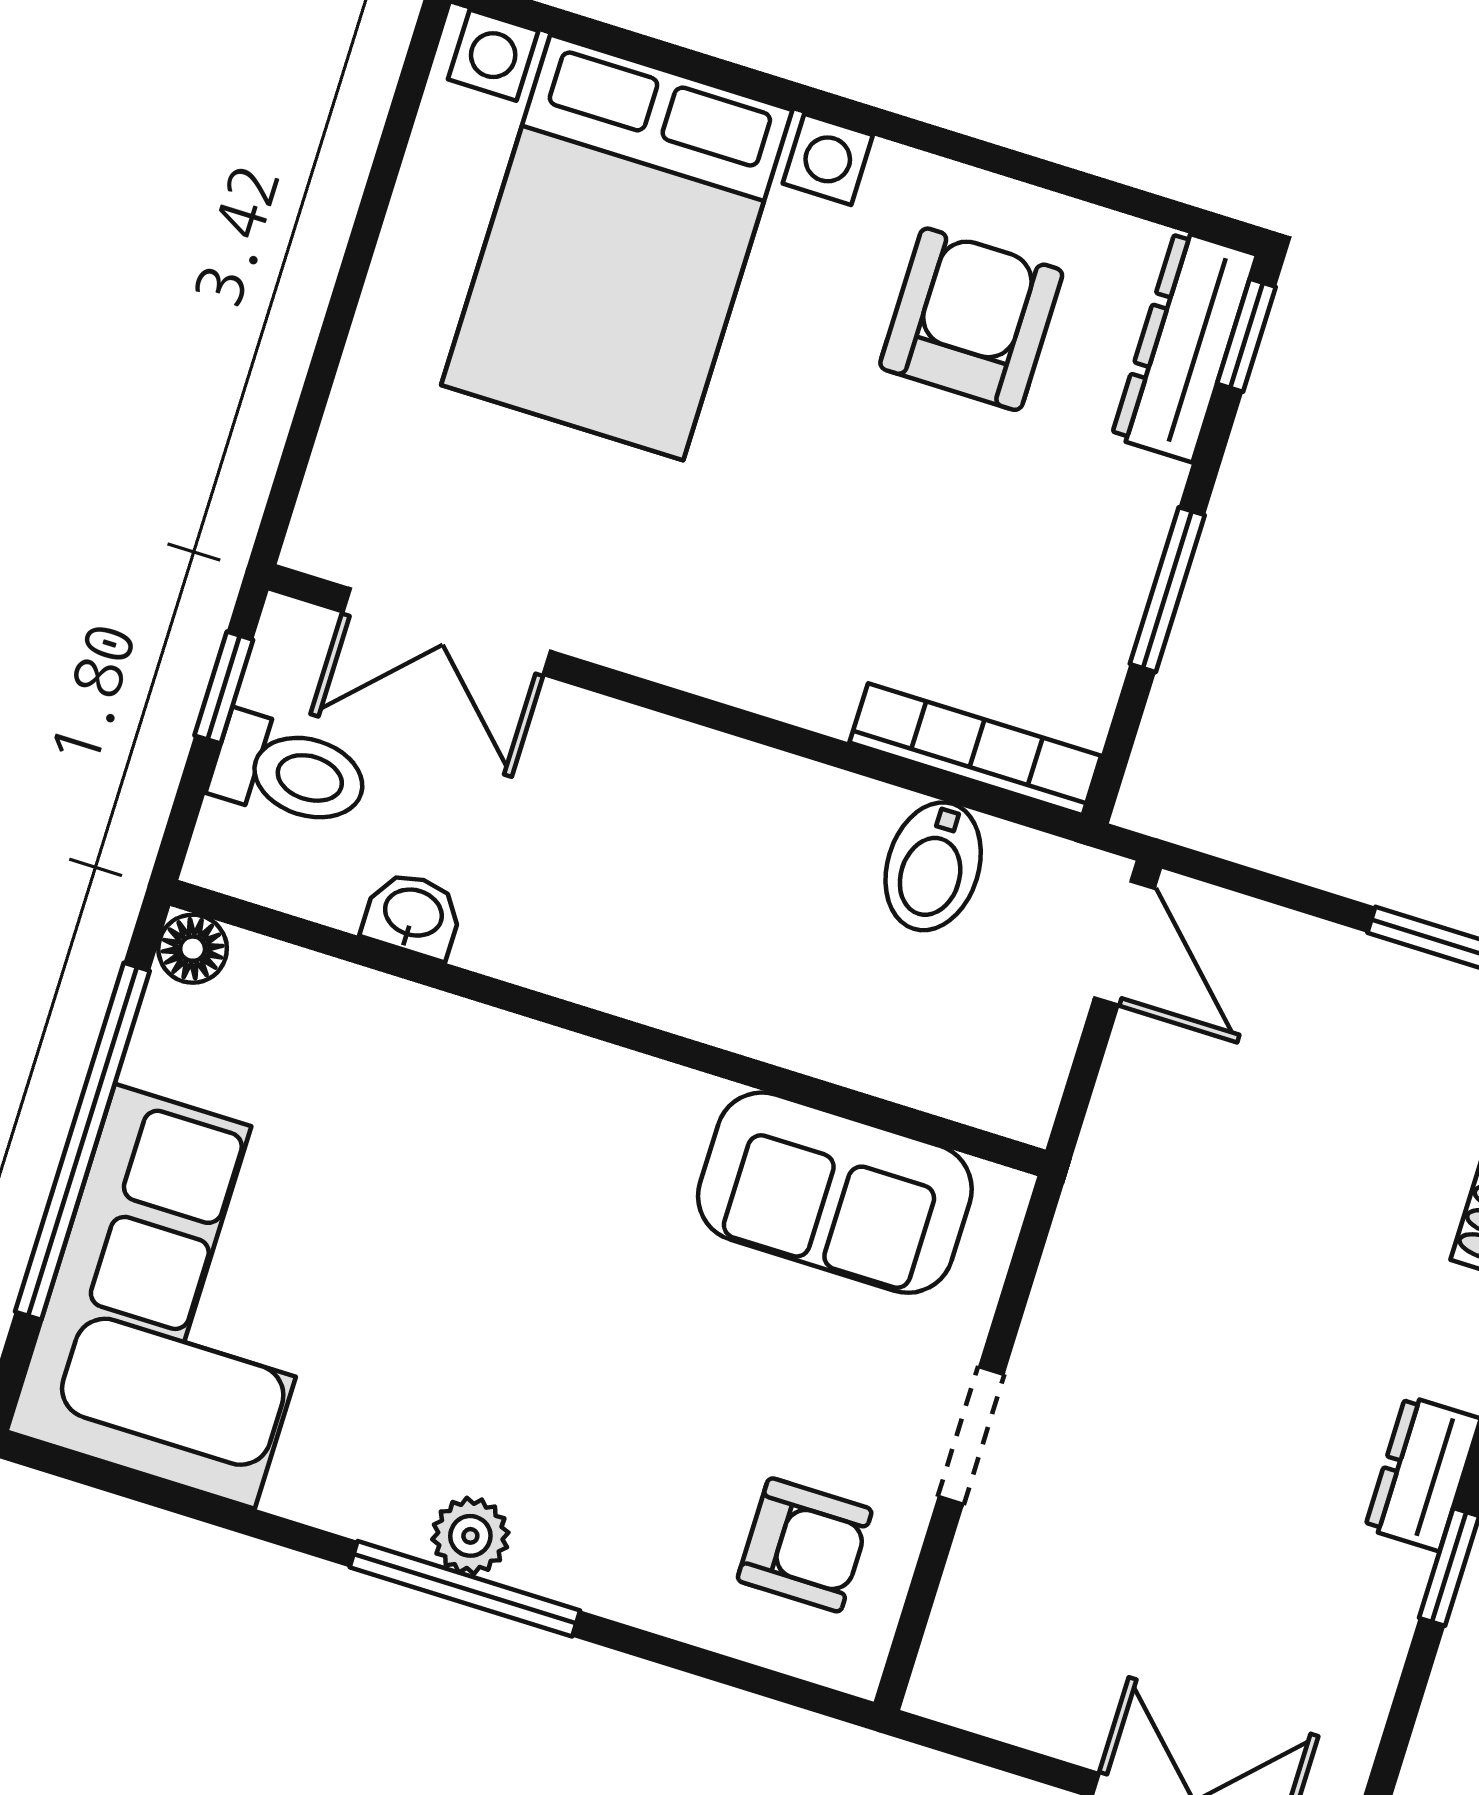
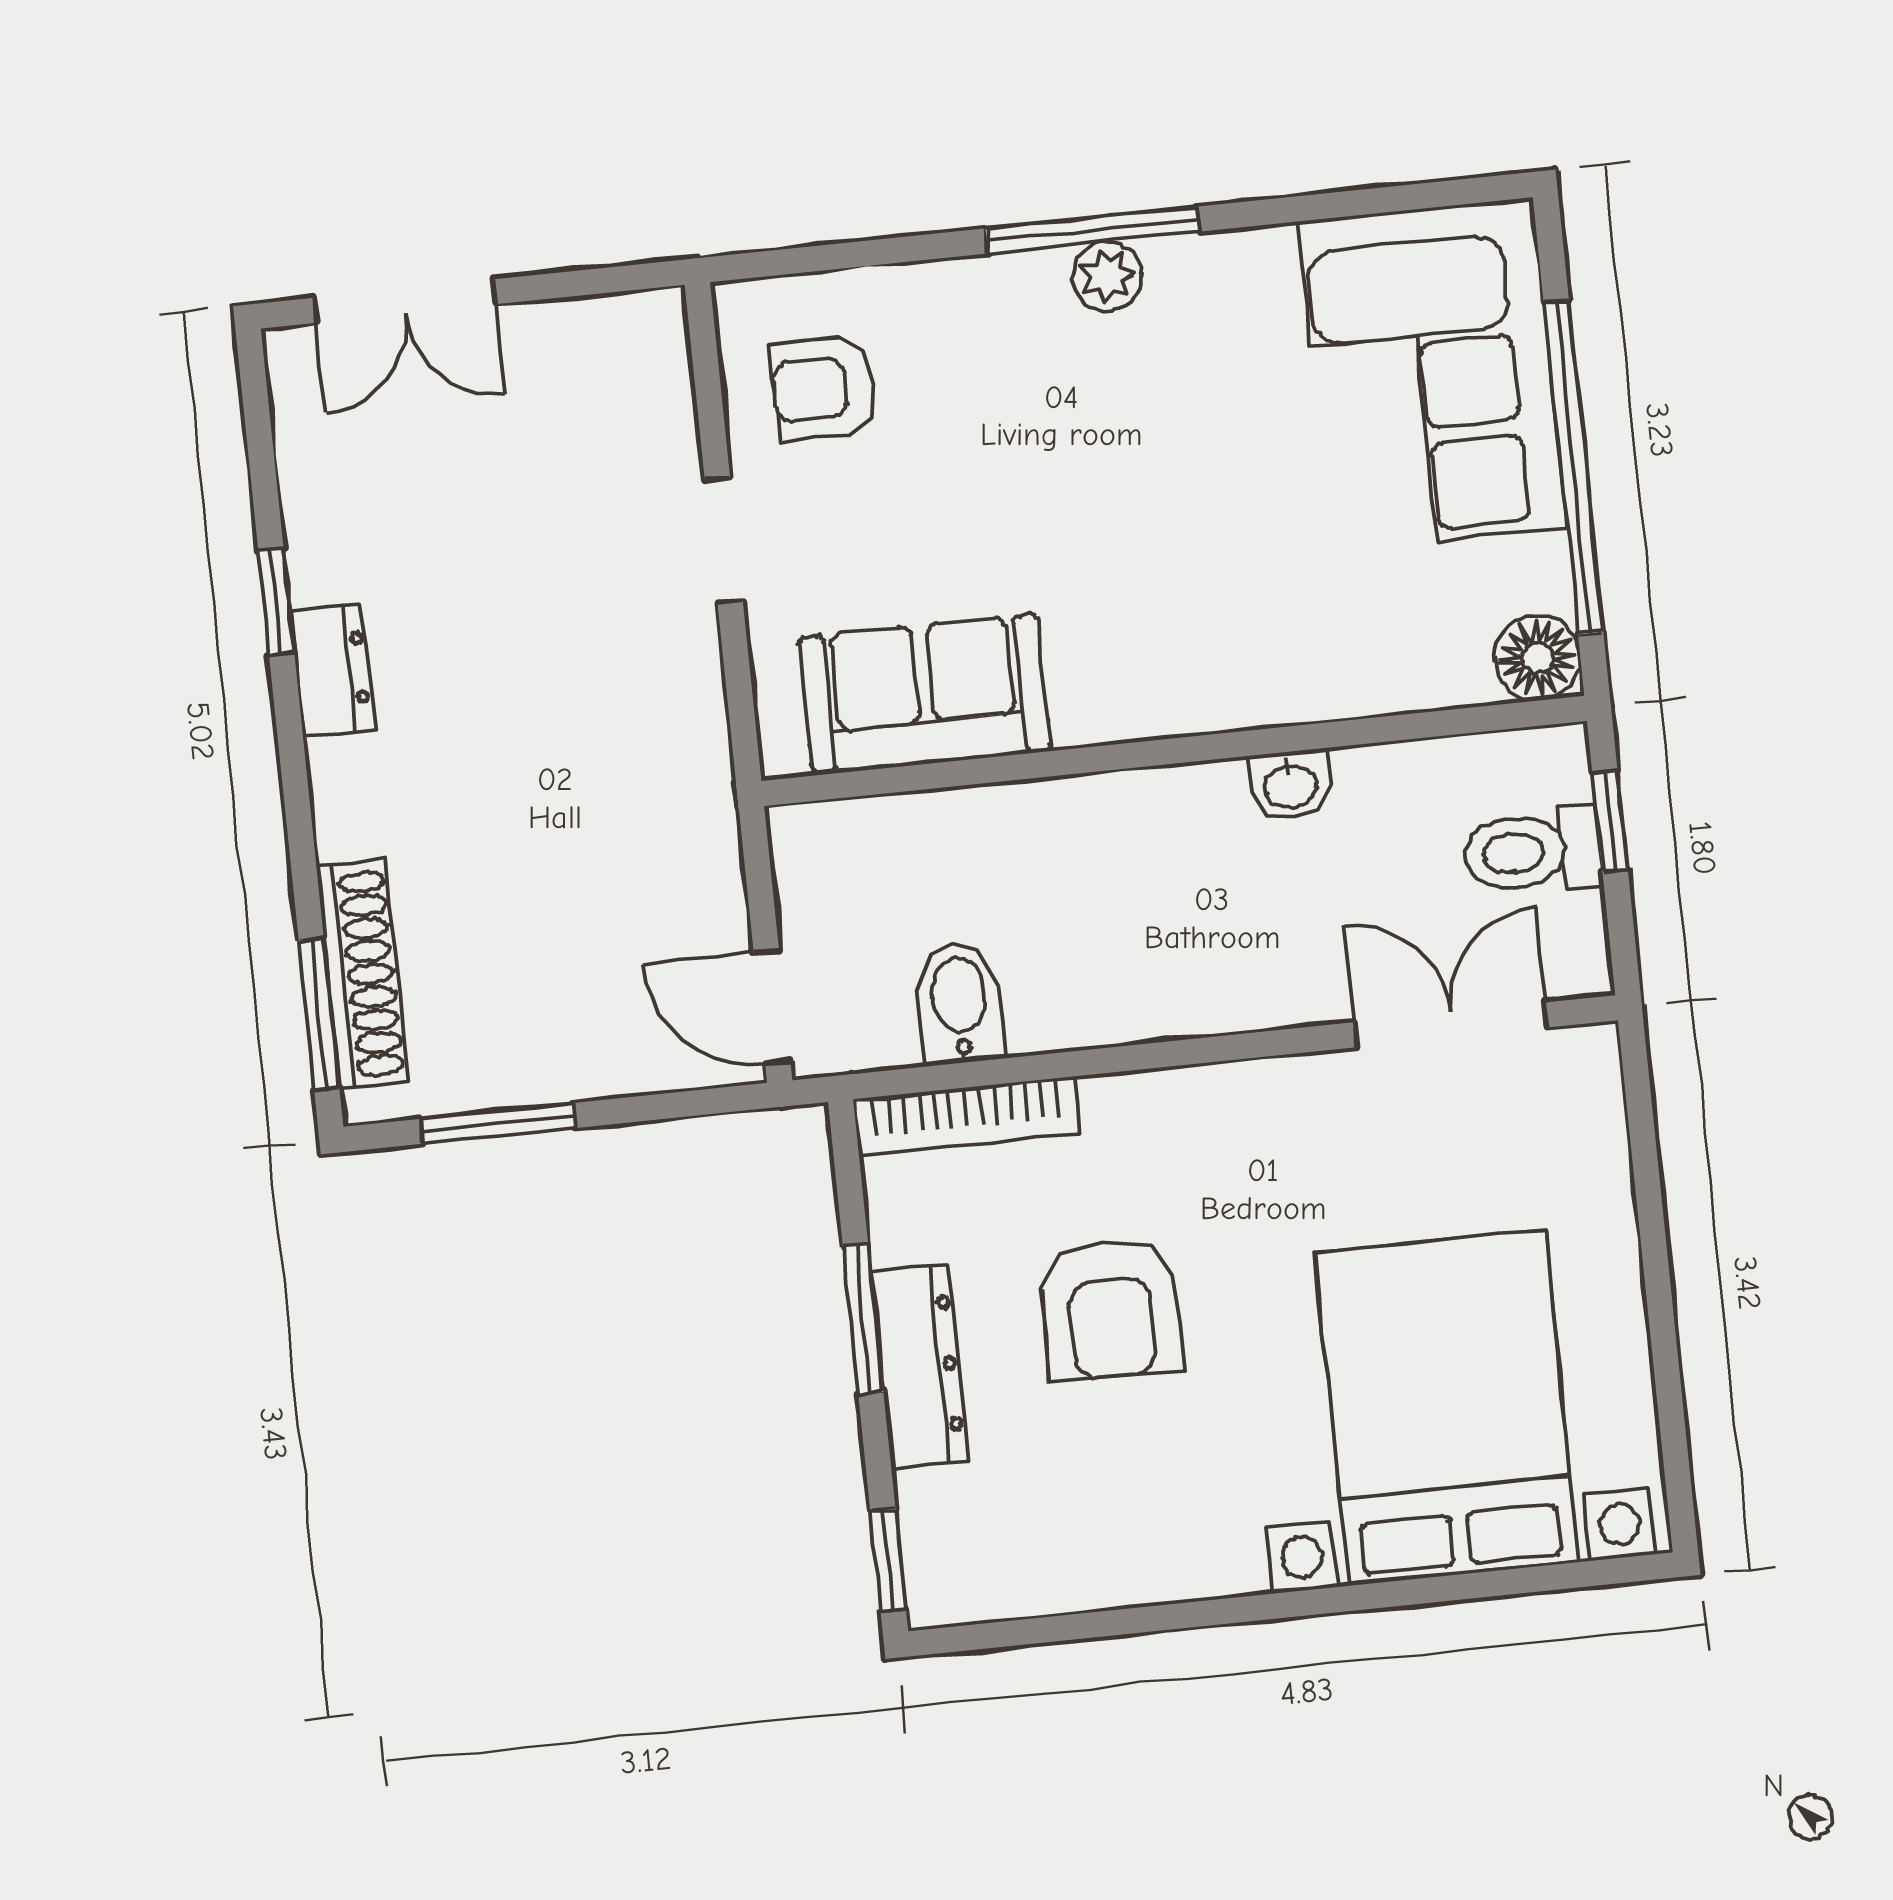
armchair: (971, 319) -> (1110, 1309), moved
dresser: (1184, 346) -> (920, 1366), moved
window: (224, 688) -> (1610, 821), moved
washbasin: (413, 915) -> (1290, 785), moved
floor lamp: (193, 949) -> (1538, 658), width x1.37, depth x1.37

